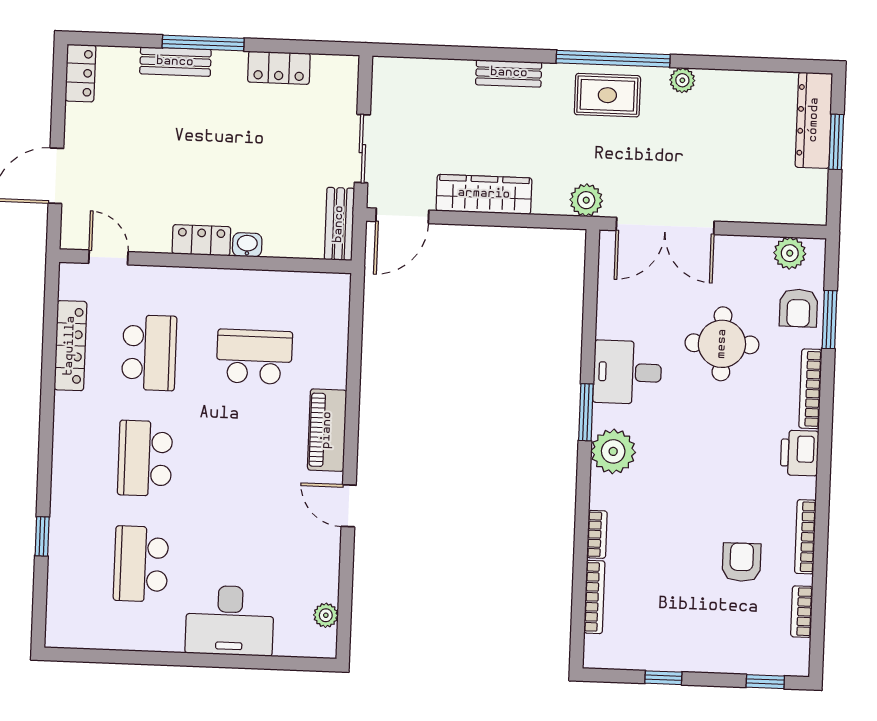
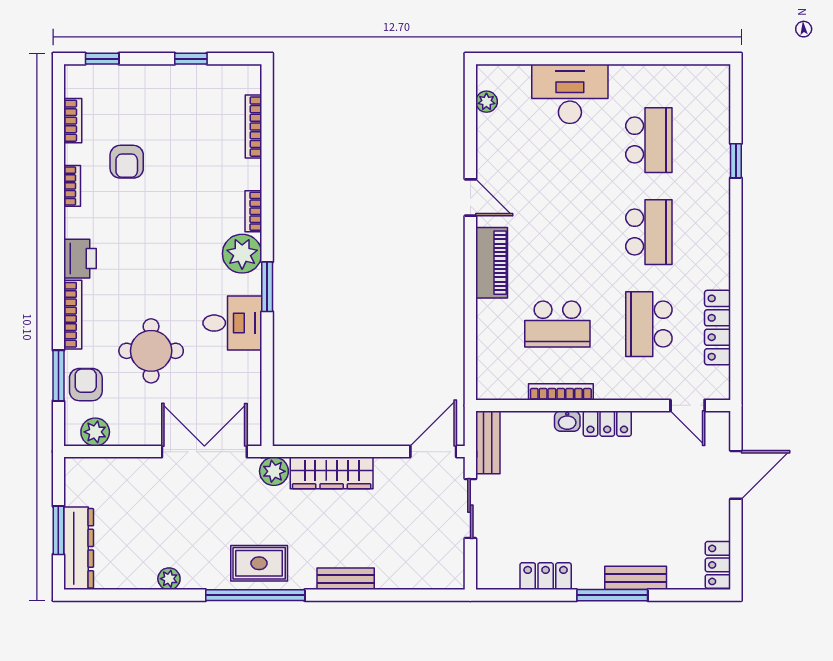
plant: (682, 80) -> (169, 579), moved
wardrobe: (484, 194) -> (332, 473), moved
bookcase: (253, 279) -> (561, 392), added
bookcase: (597, 534) -> (253, 211), moved
bookcase: (805, 537) -> (72, 186), width x0.64

